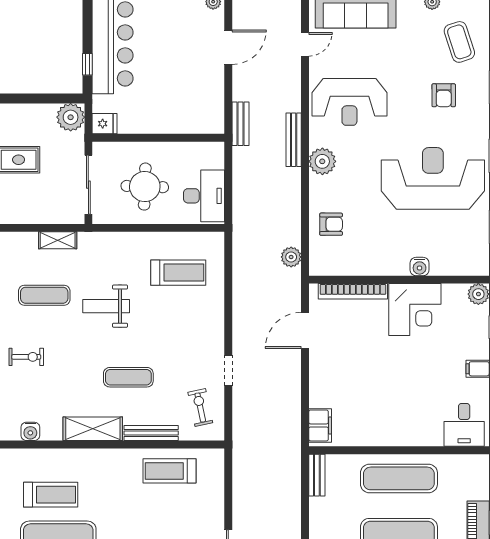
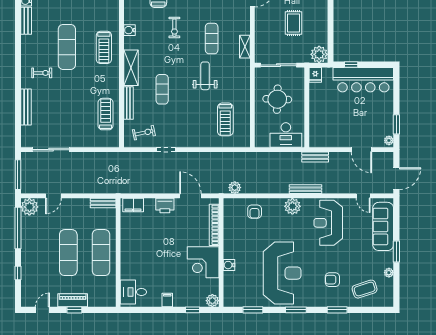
desk: (204, 196) -> (286, 135), moved
printer: (321, 373) -> (165, 206), added
treadmill: (51, 495) -> (104, 47), moved

